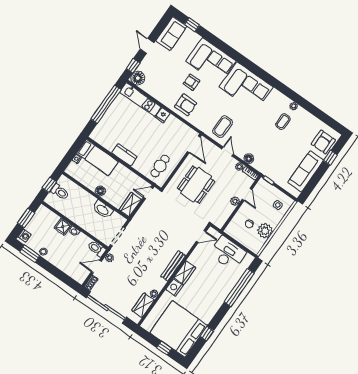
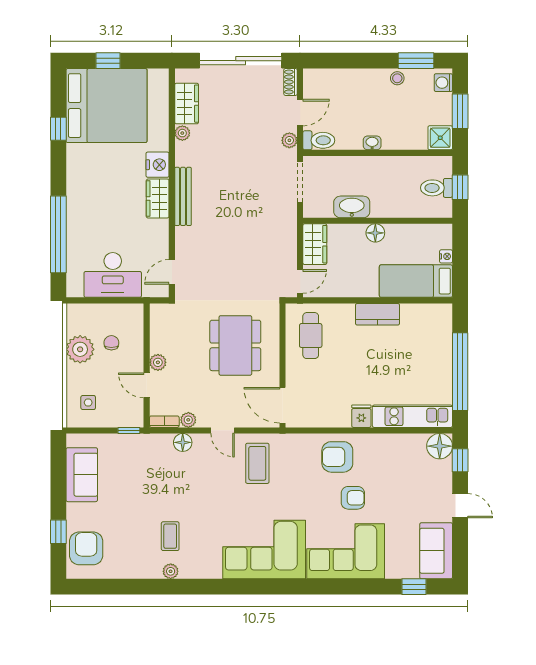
sofa: (306, 171) -> (82, 475), width x0.73
shower: (63, 227) -> (440, 138), moved

